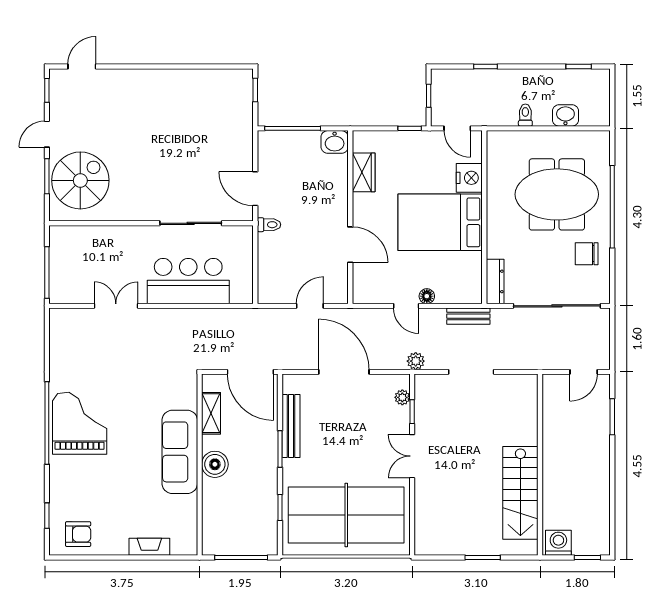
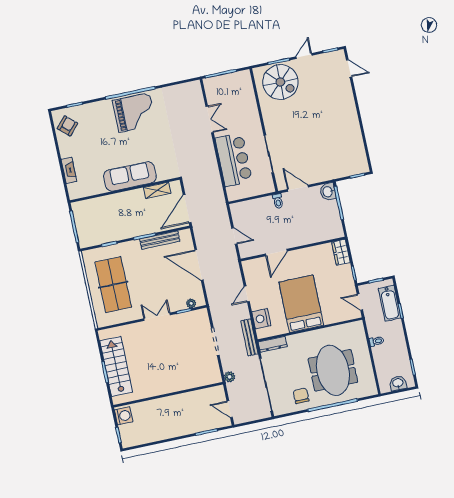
bathtub: (469, 82) -> (390, 303), added
washbasin: (565, 115) -> (398, 383), moved, turned -90
door: (457, 128) -> (360, 302), hinge flipped
door: (47, 134) -> (304, 56), hinge flipped
washbasin: (335, 142) -> (328, 192), moved
wardrobe: (364, 172) -> (341, 252), moved, turned 90
nightstand: (469, 178) -> (261, 319), moved, turned 90
door: (255, 189) -> (298, 188), hinge flipped
floor lamp: (427, 296) -> (255, 305), removed
bench: (468, 316) -> (249, 337), width x1.36
plant: (416, 361) -> (230, 377), moved
door: (344, 372) -> (199, 265), swing flipped
boiler: (215, 464) -> (127, 199), removed
stairs: (520, 493) -> (116, 366), moved, turned 90
table tennis table: (346, 515) -> (113, 285), width x0.73, depth x0.76
armchair: (78, 534) -> (67, 126), turned -138

